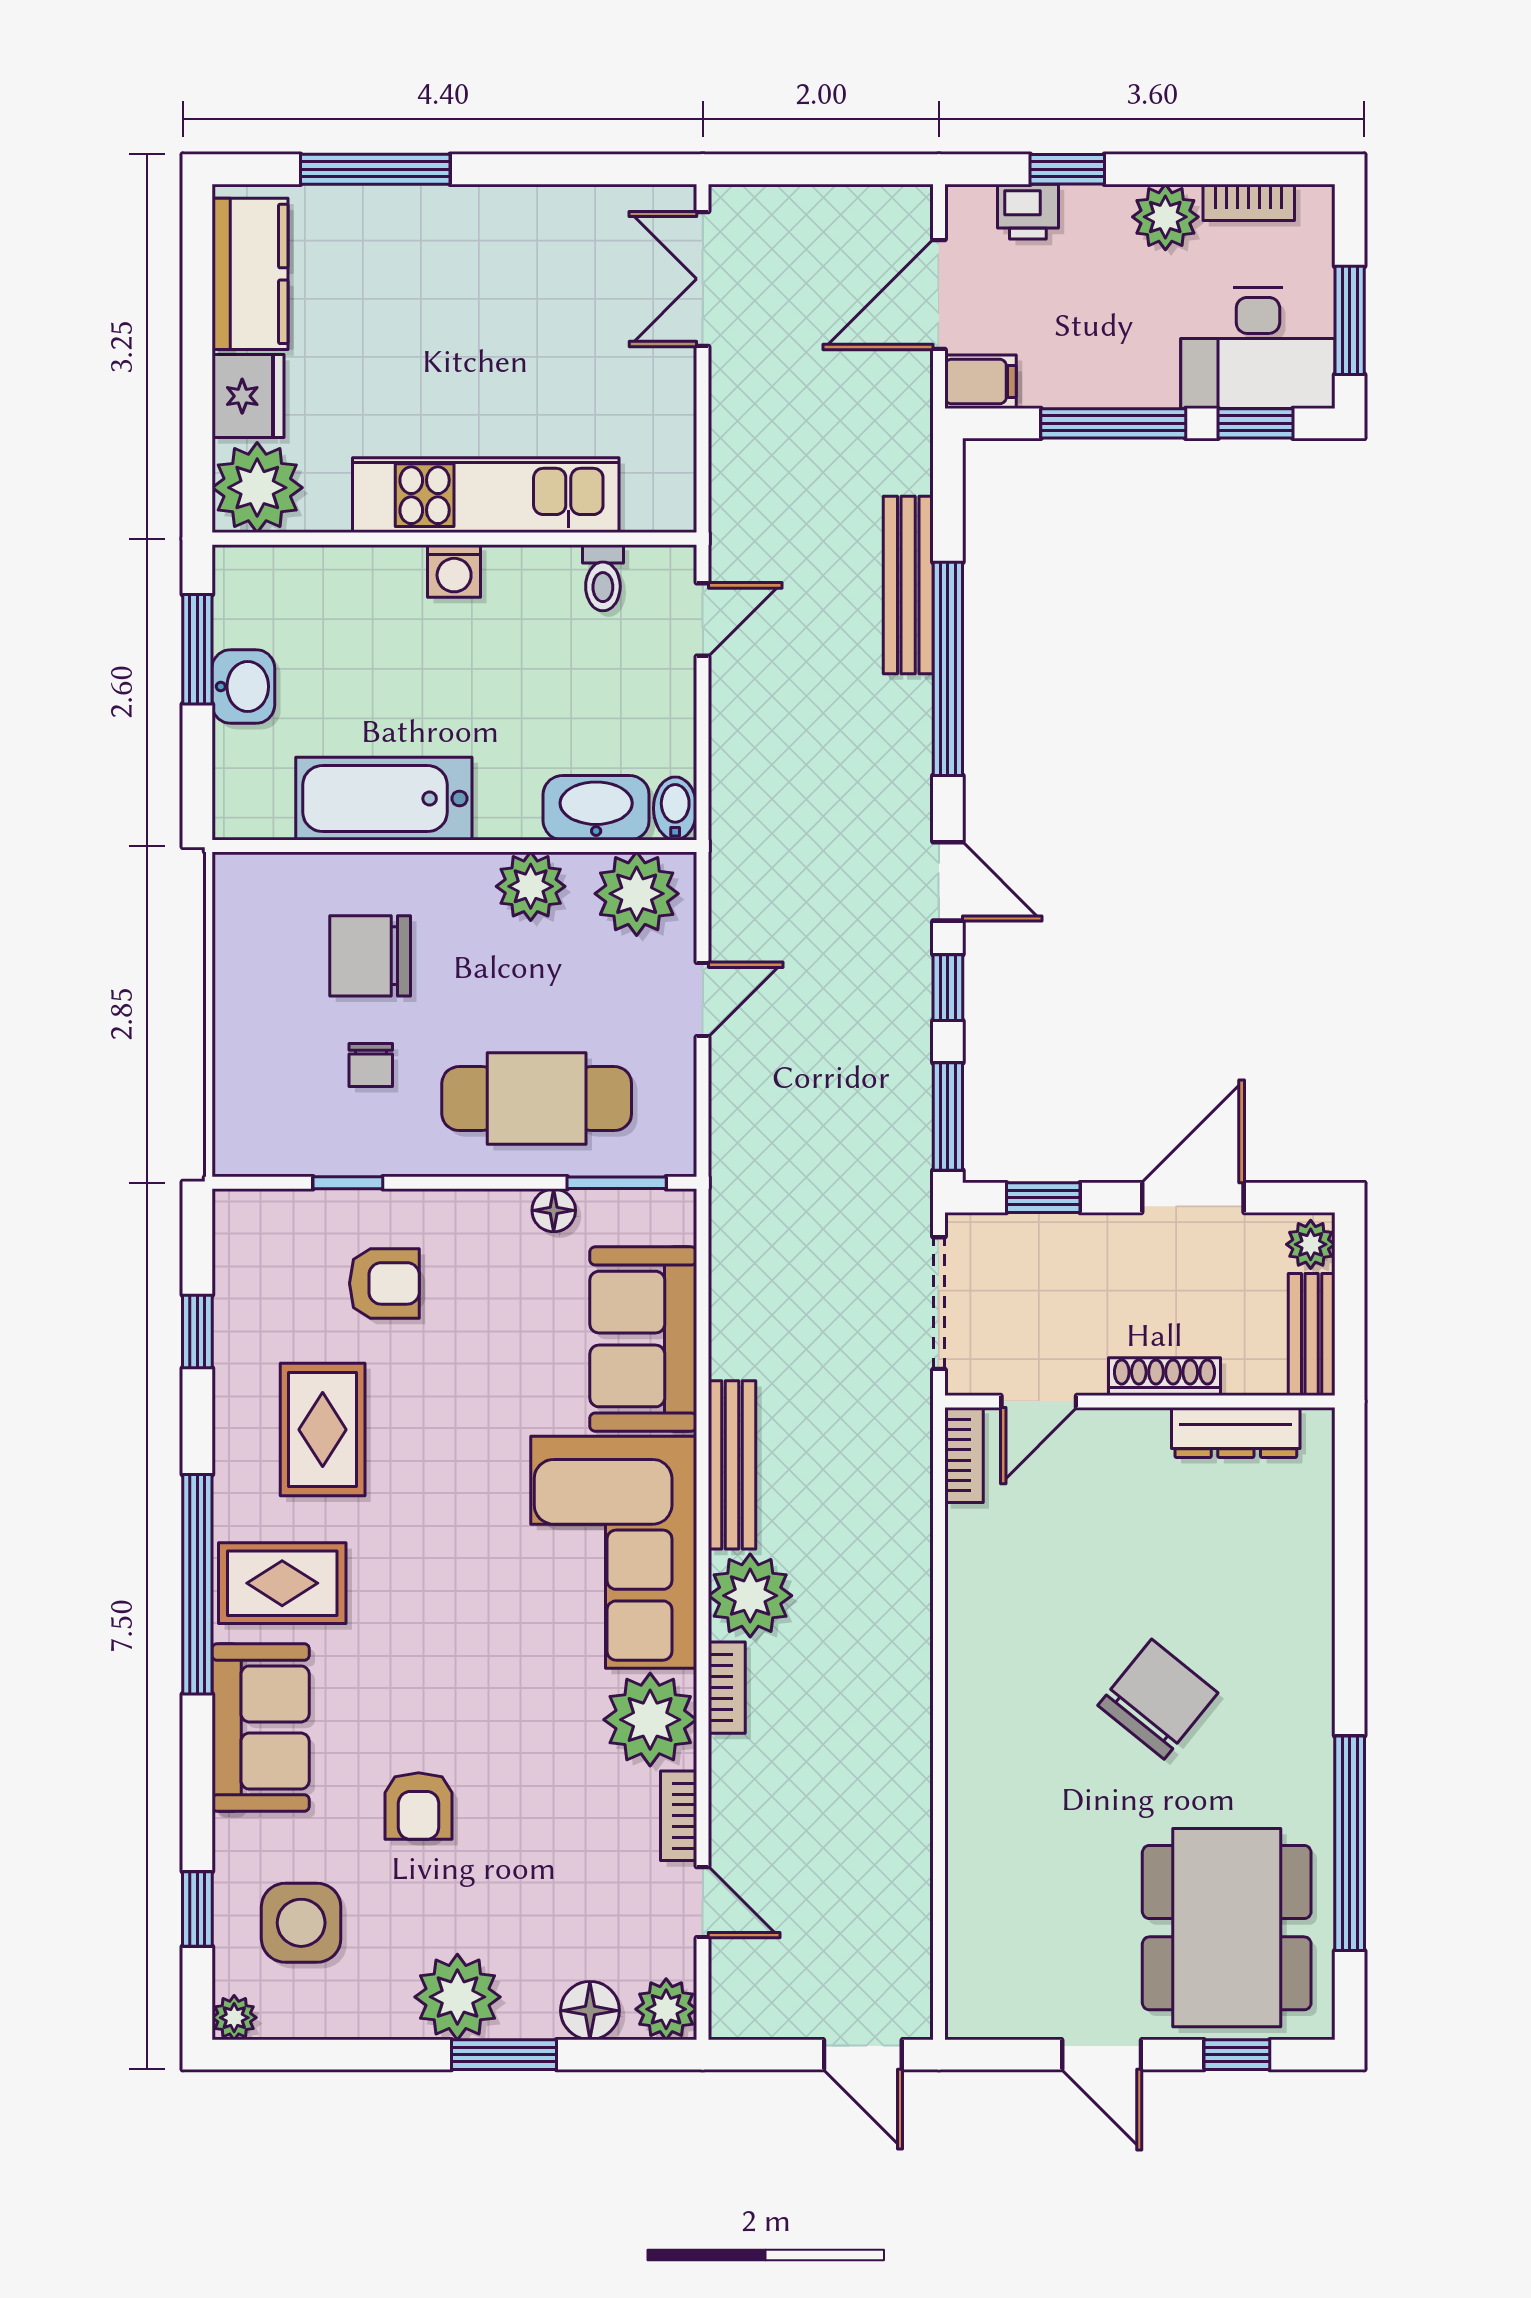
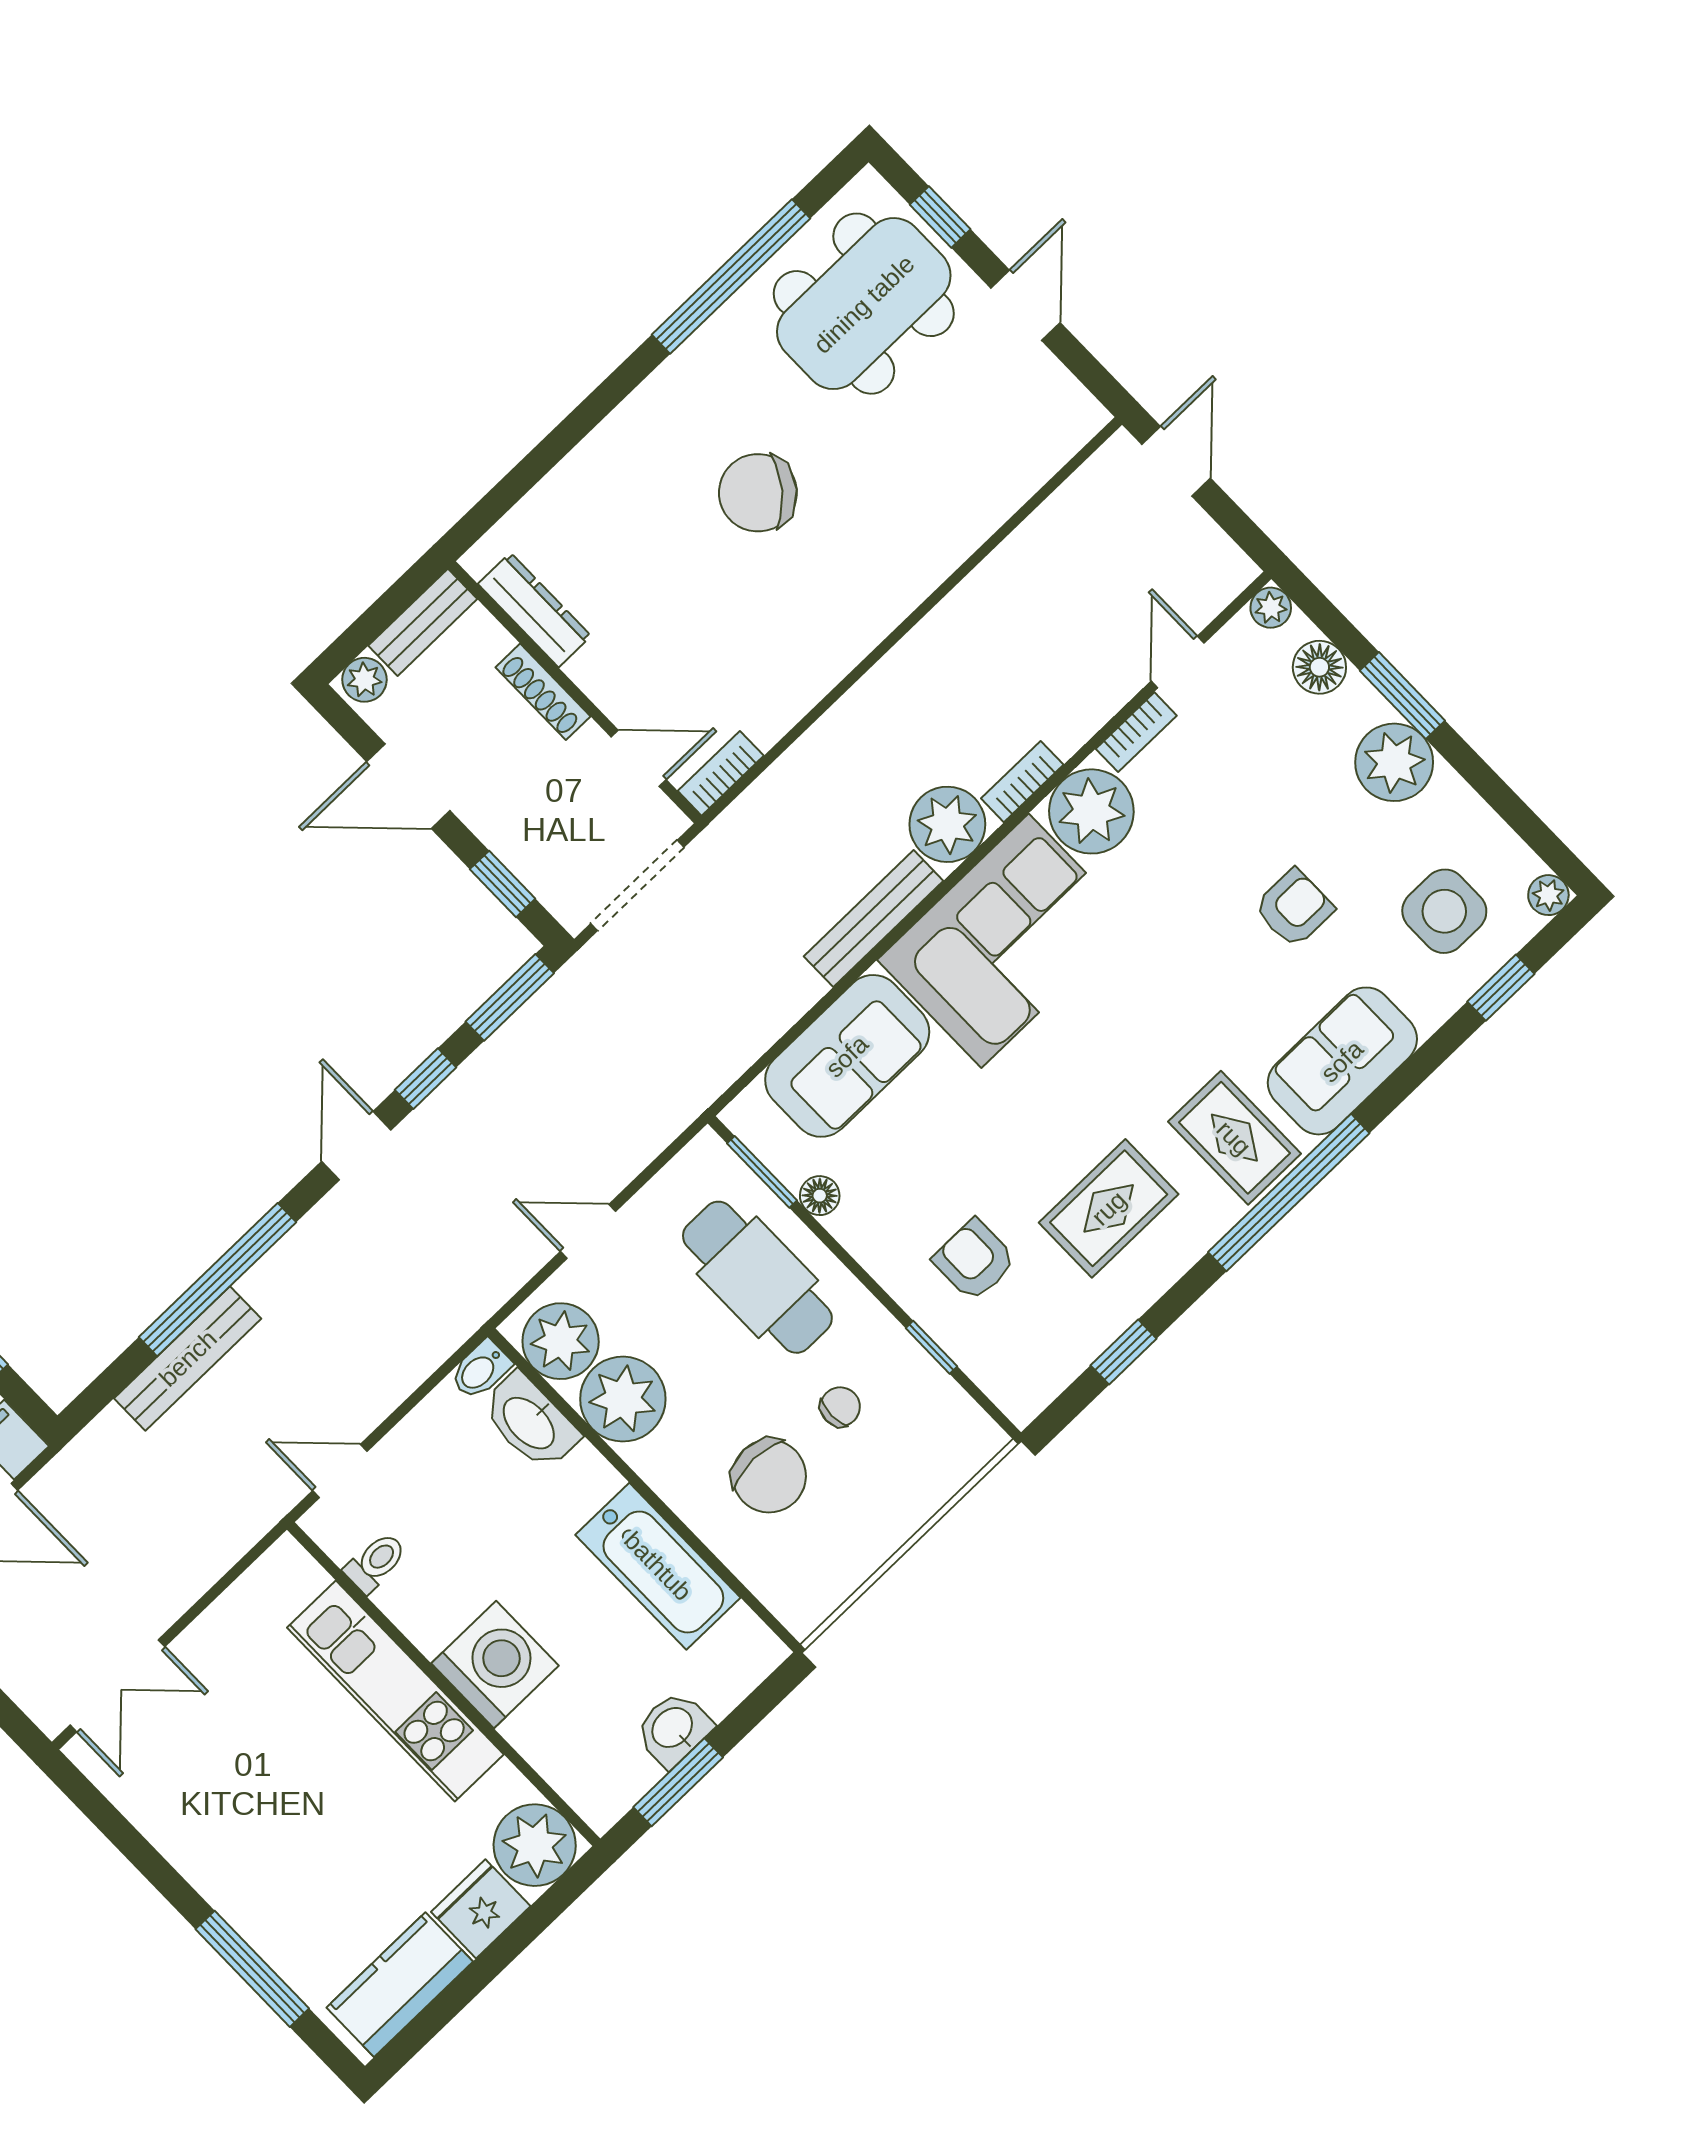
washing machine: (454, 571) -> (495, 1664), width x1.89, depth x1.89
plant: (531, 886) -> (623, 1399), width x1.36, depth x1.36
plant: (666, 2009) -> (1271, 608), width x0.73, depth x0.73

